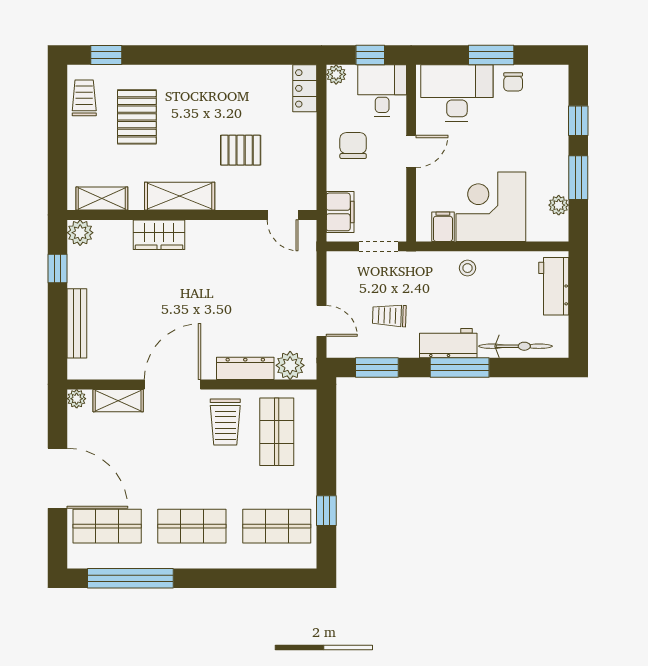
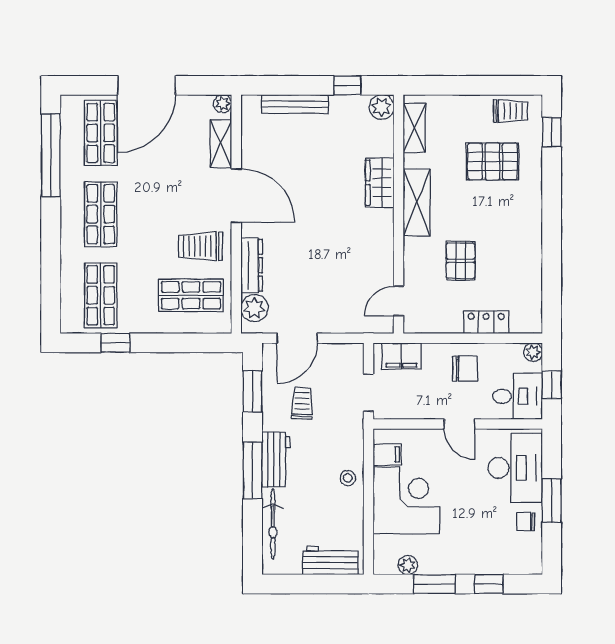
locker: (305, 88) -> (486, 322), moved
door: (321, 321) -> (297, 338), width x1.38

